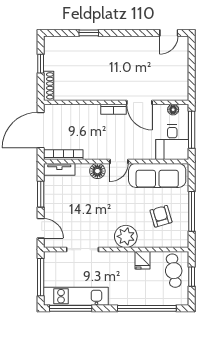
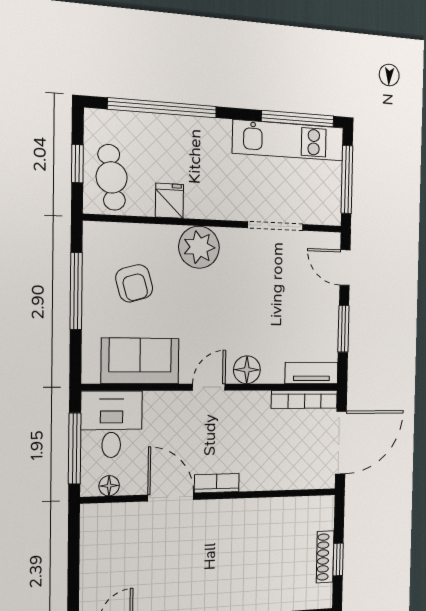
shoe rack: (49, 86) -> (325, 557), moved
sofa: (157, 175) -> (140, 361), width x0.73

